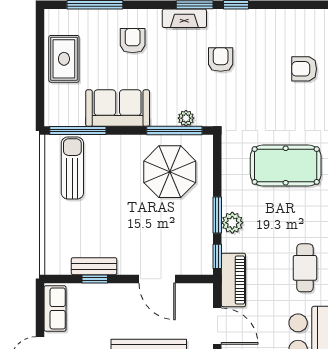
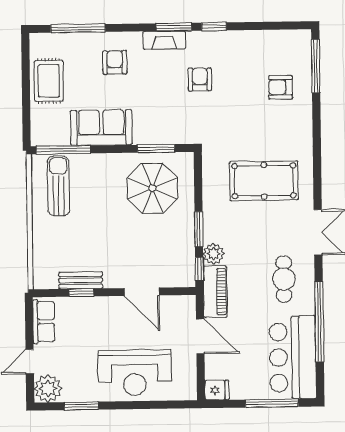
plant: (186, 118) -> (167, 136), removed
window: (174, 131) -> (156, 148), width x0.69
plant: (232, 223) -> (214, 254), moved

